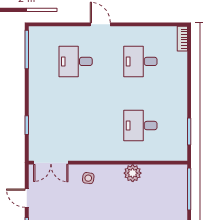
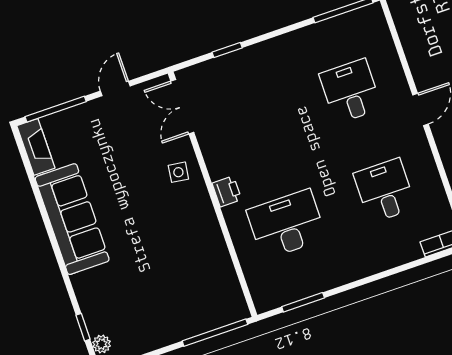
desk: (140, 126) -> (287, 224), width x1.37
printer: (109, 154) -> (227, 191), added
plant: (133, 173) -> (209, 238), removed

